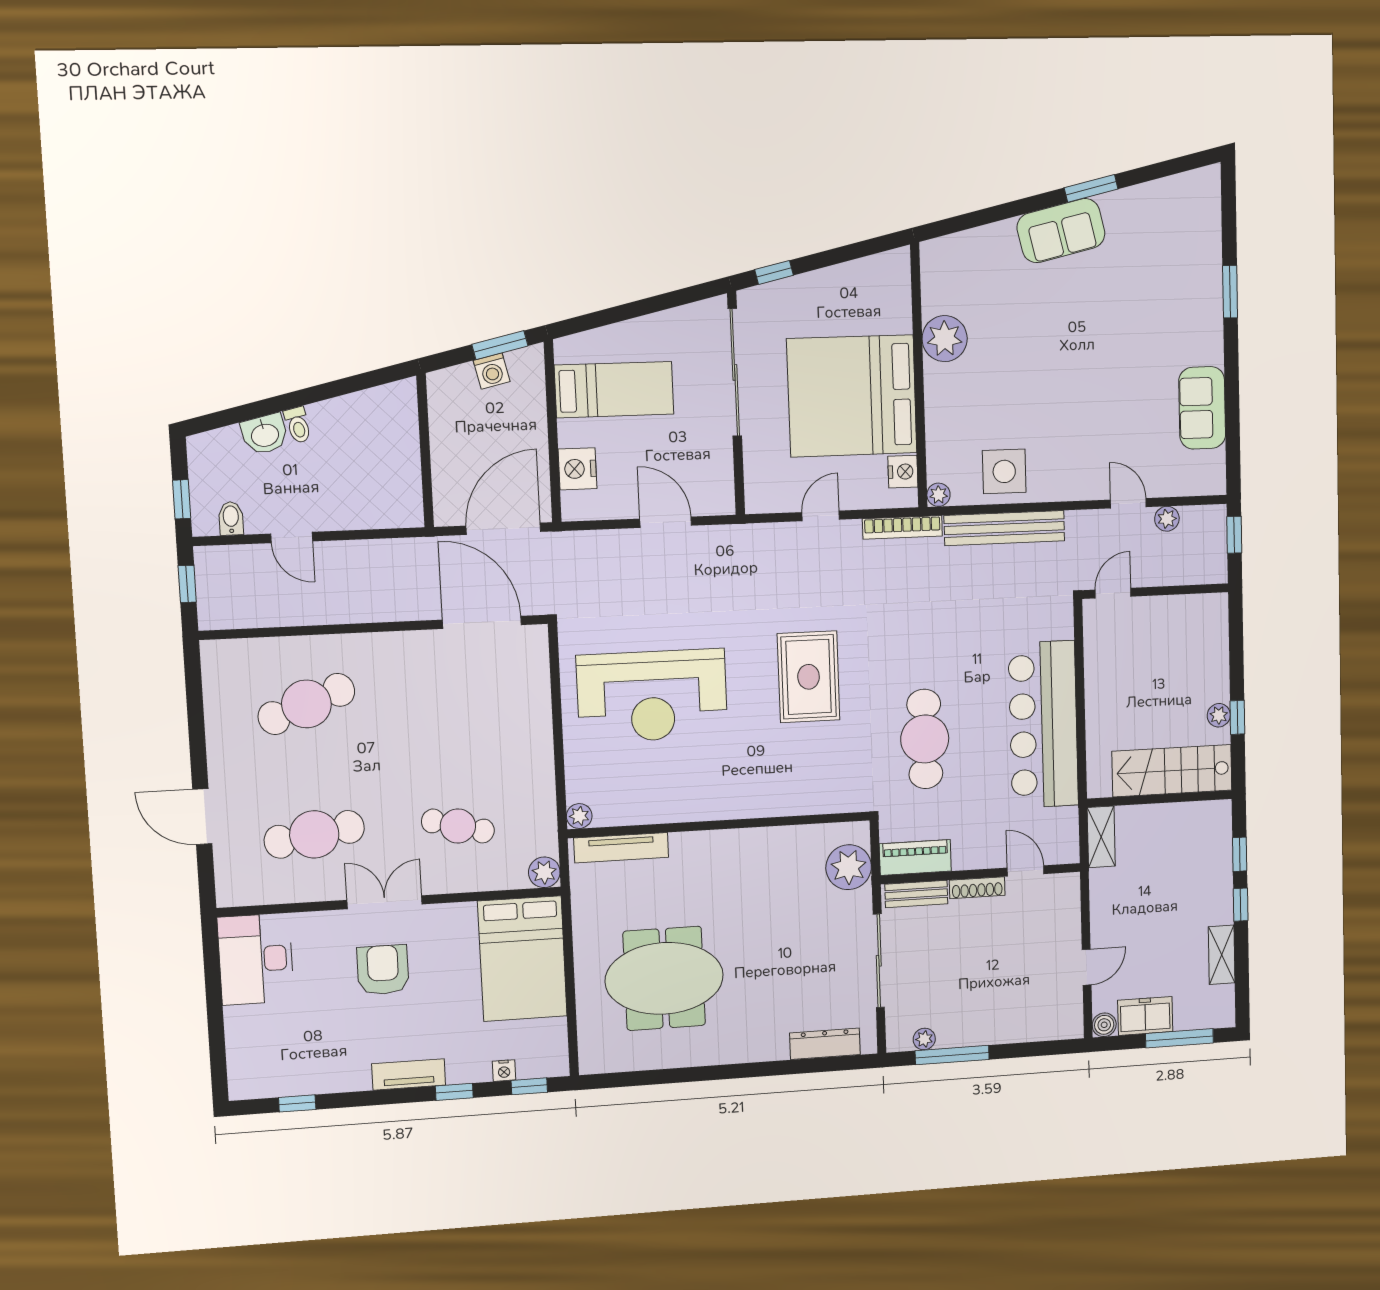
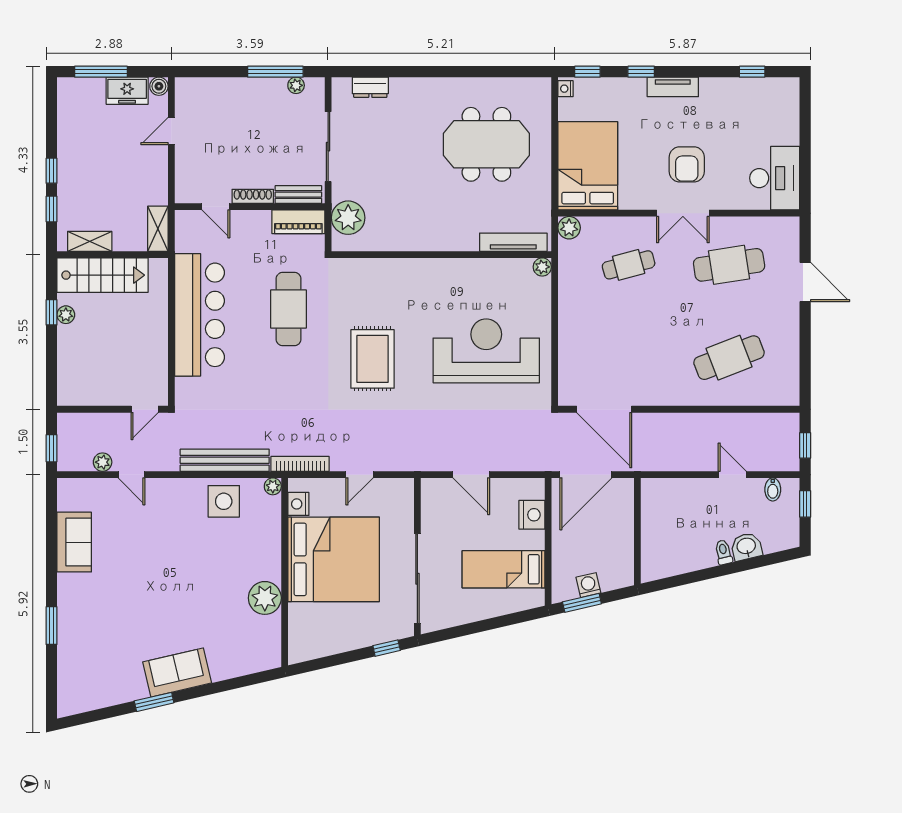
cafe table: (458, 826) -> (629, 265), turned -30
shelving: (1222, 955) -> (90, 241), moved, turned 90
dresser: (825, 1044) -> (370, 87), width x0.70
nightstand: (504, 1071) -> (565, 89), moved, turned -90

